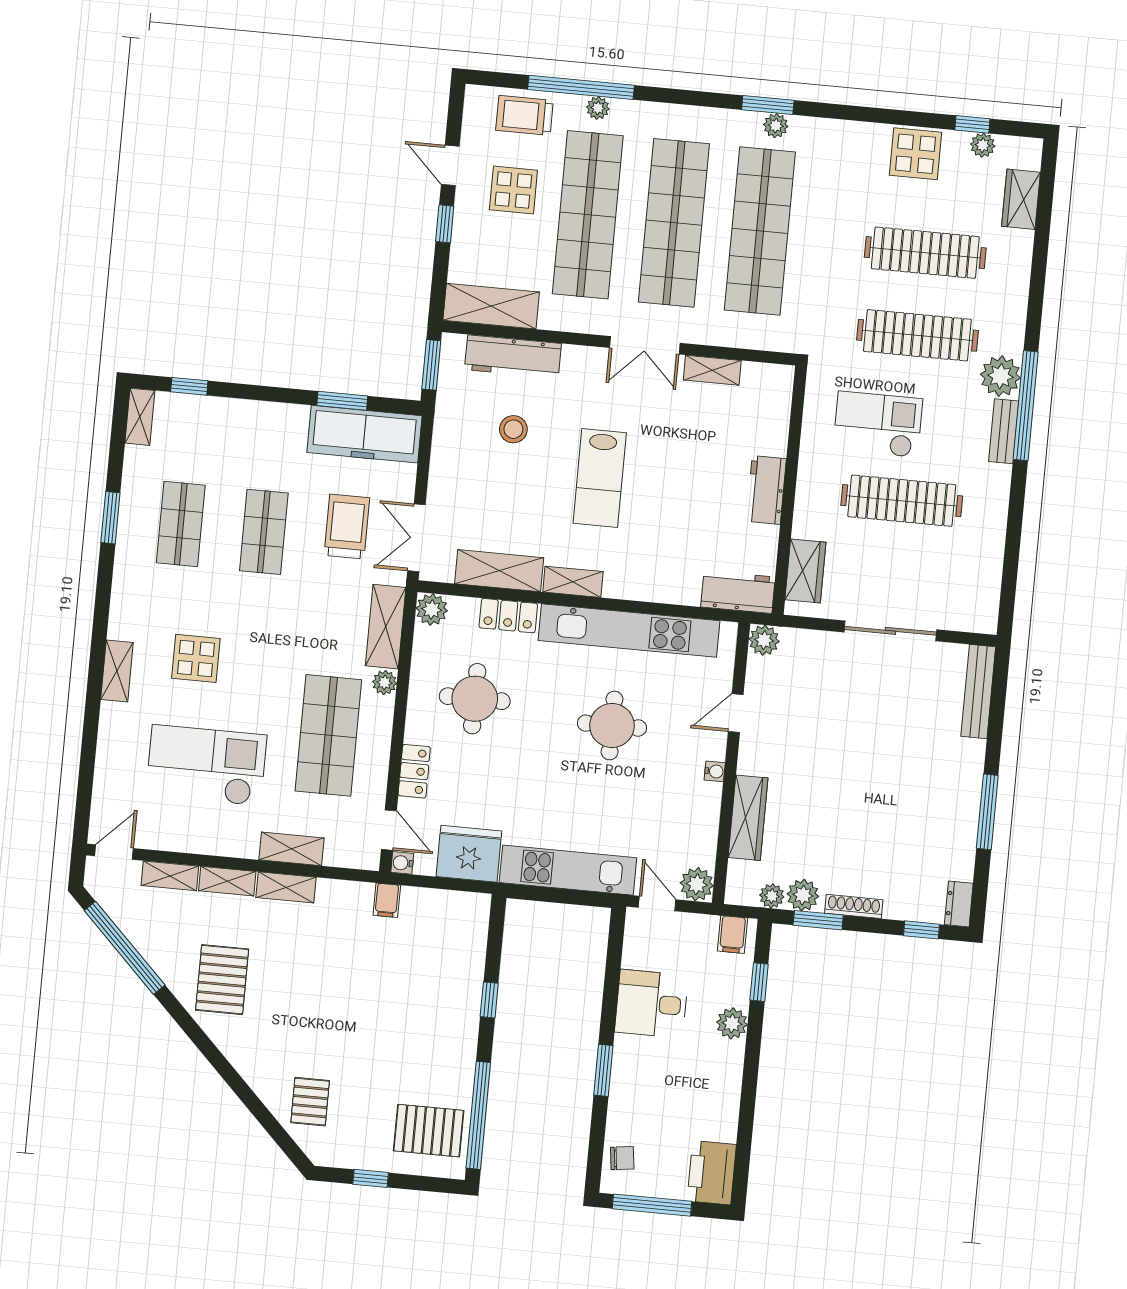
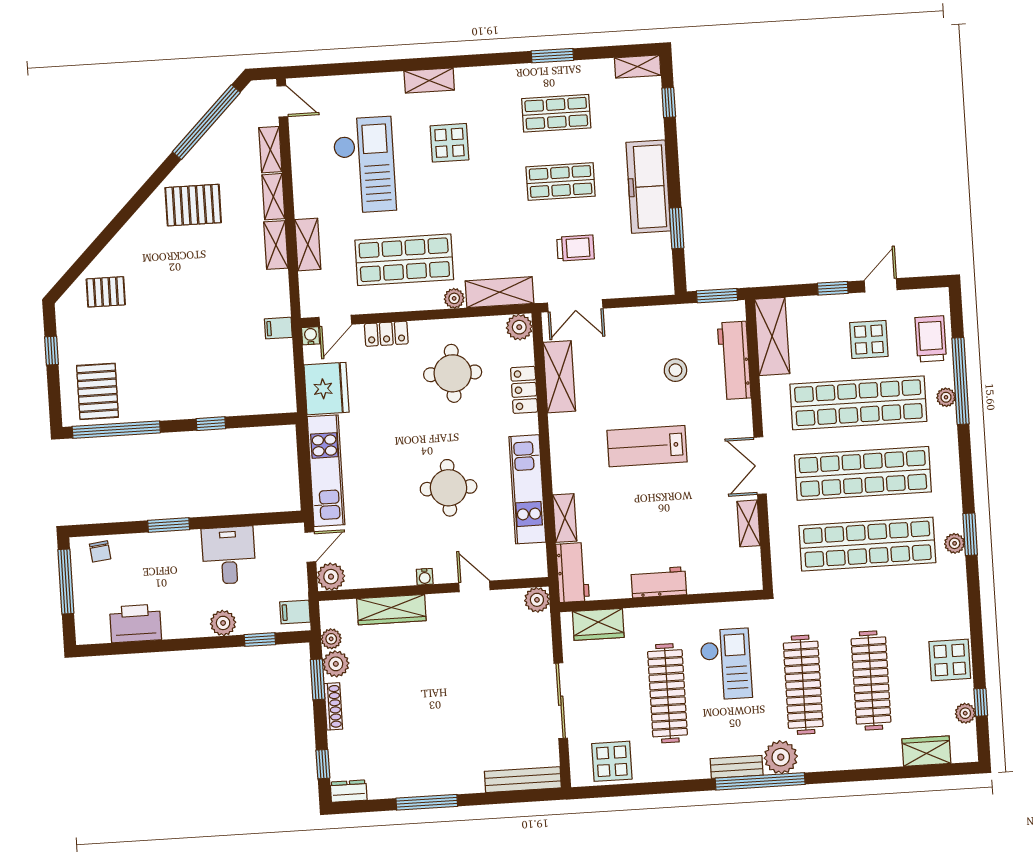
freezer: (364, 434) -> (648, 187), moved
trolley: (347, 526) -> (575, 248), width x0.73, depth x0.72
double door: (416, 538) -> (575, 306), swing flipped
display table: (973, 581) -> (612, 761), added
shelving: (573, 582) -> (565, 518), moved
kitchen unit: (629, 631) -> (527, 489), width x0.73
printer: (712, 1173) -> (136, 623), moved

